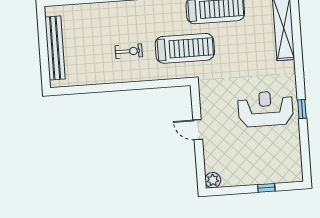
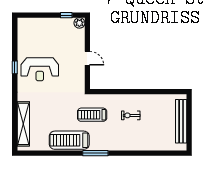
treadmill: (185, 48) -> (92, 115), width x0.73, depth x0.73
window: (266, 188) -> (66, 15), moved

